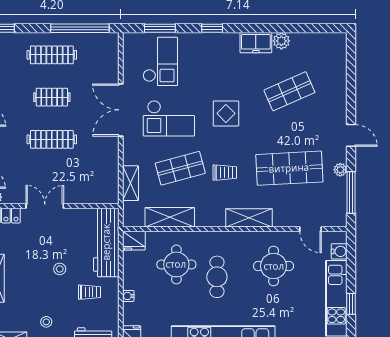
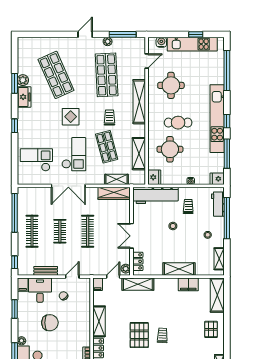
window: (160, 28) -> (15, 83), moved
shop shelf: (289, 91) -> (56, 75), width x1.43, depth x1.36
wardrobe: (109, 180) -> (114, 193), added
shelving: (249, 218) -> (139, 102), width x1.47

